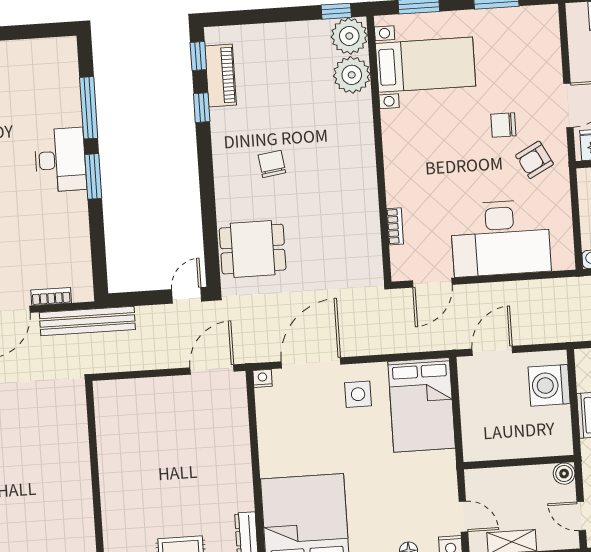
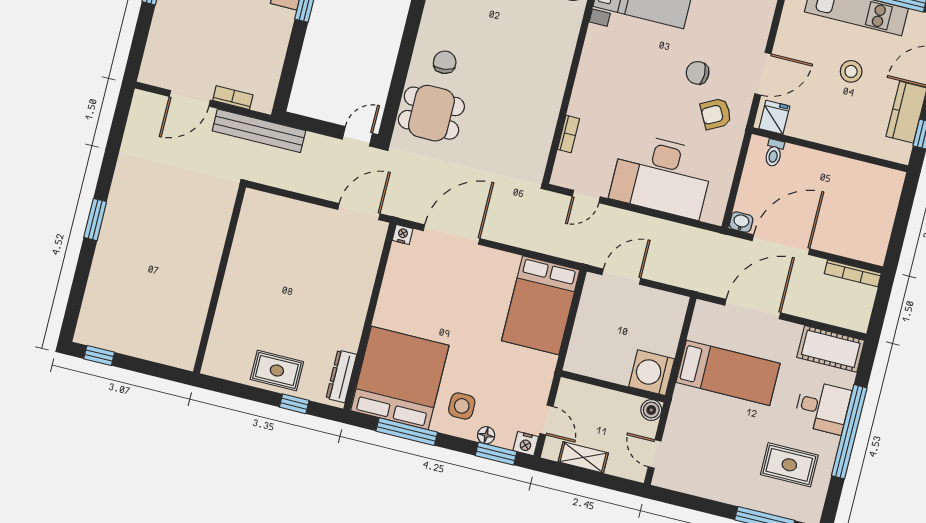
chair: (272, 164) -> (445, 62), moved
door: (432, 283) -> (586, 196), width x0.73
washing machine: (549, 385) -> (652, 373), moved
side table: (358, 394) -> (462, 406), moved

